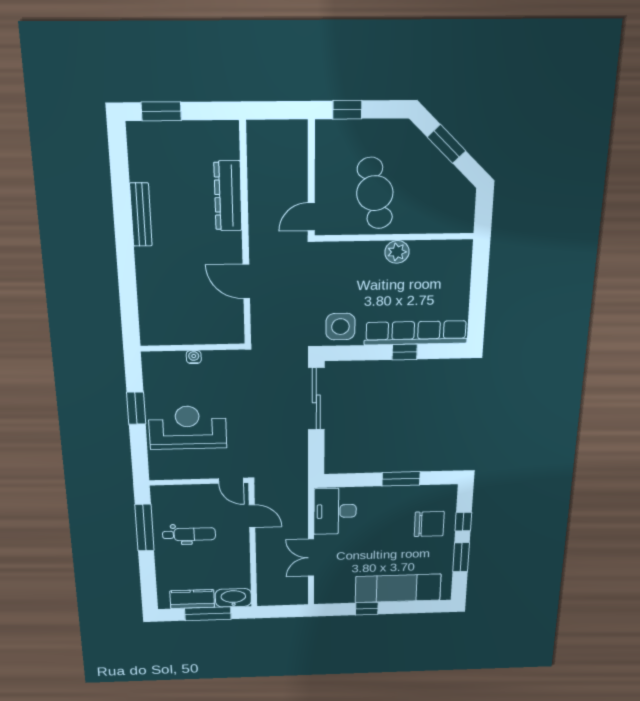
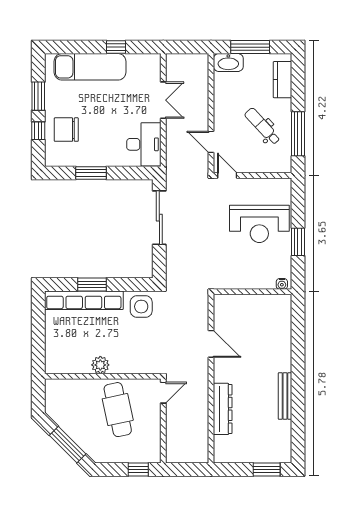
window: (447, 144) -> (68, 445), width x1.44
window: (405, 352) -> (92, 285), width x1.50
water cooler: (194, 357) -> (282, 284), moved
sliding door: (316, 399) -> (159, 218), moved
dental chair: (189, 534) -> (262, 126), turned 47
kitchen counter: (192, 599) -> (282, 80), moved, turned 90

